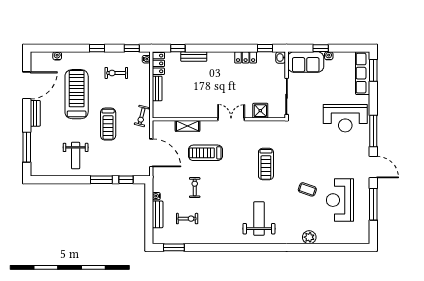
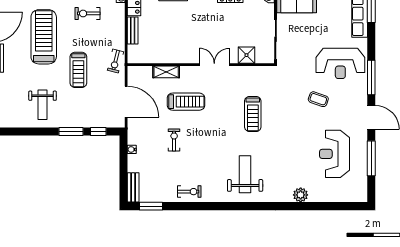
treadmill: (205, 153) -> (186, 102), turned 180
coffee table: (307, 189) -> (318, 99), moved
bench: (158, 214) -> (133, 187), moved
exercise bike: (187, 219) -> (189, 192), moved

